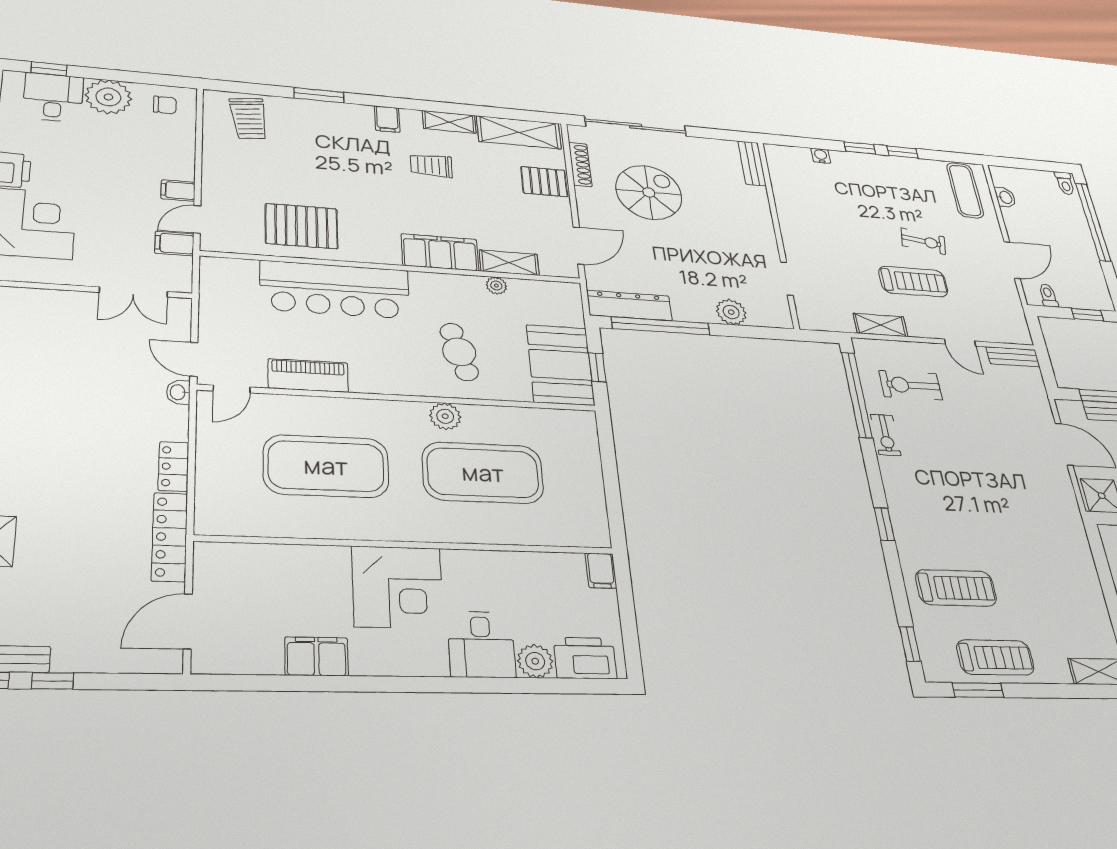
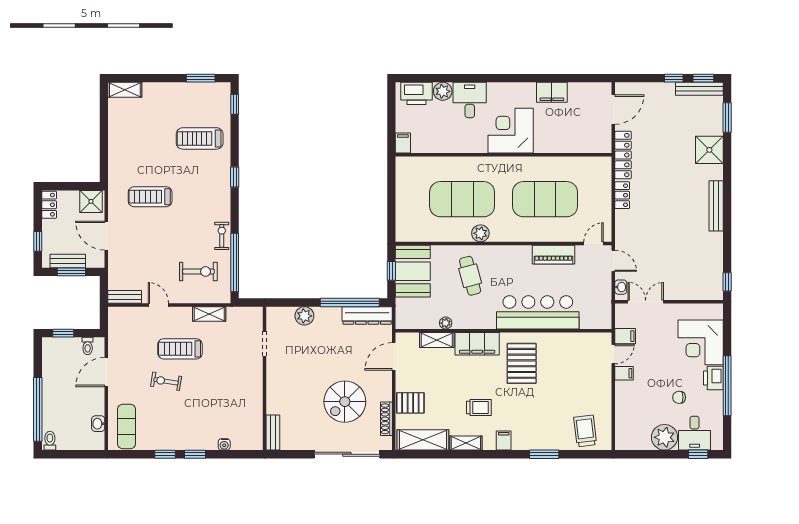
chair: (165, 105) -> (679, 397), moved
pallet: (301, 226) -> (522, 363), moved, turned 90
washbasin: (178, 392) -> (621, 287), moved
treadmill: (995, 658) -> (150, 197), moved

